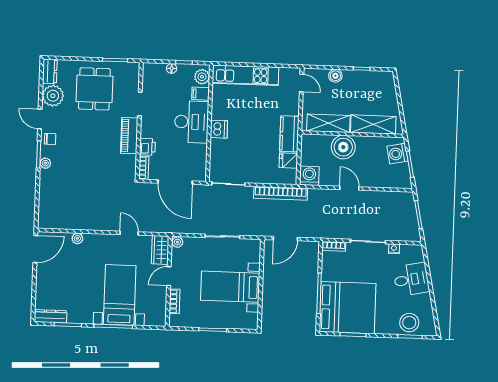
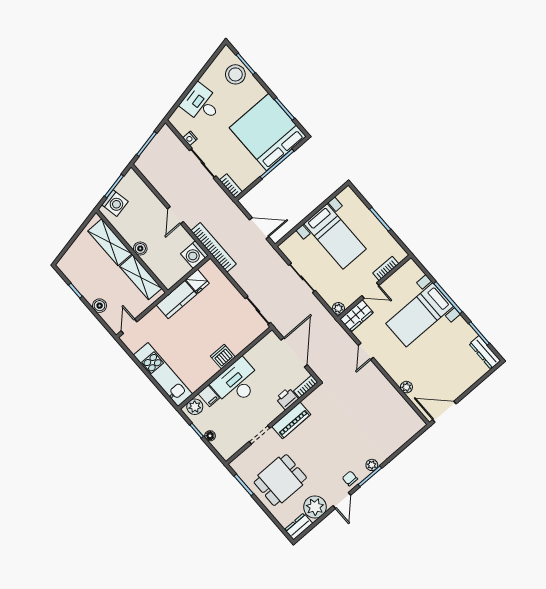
boiler: (343, 147) -> (140, 248), width x0.54, depth x0.54
bookcase: (281, 193) -> (213, 247), moved

